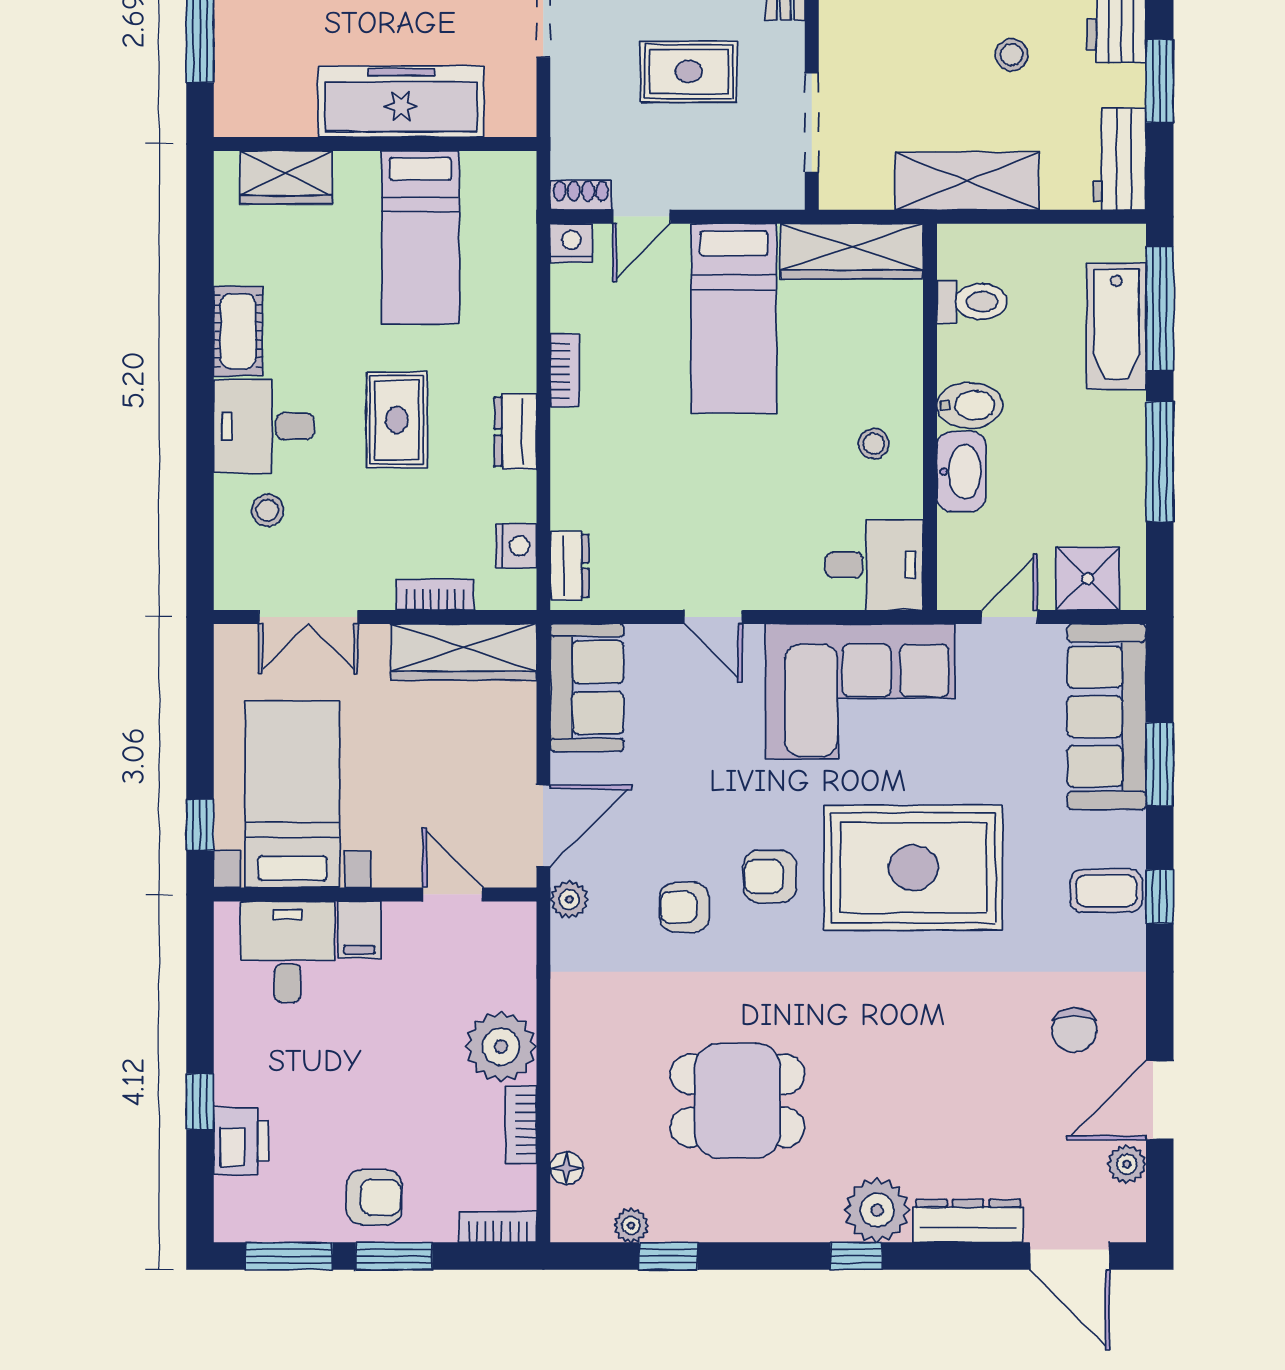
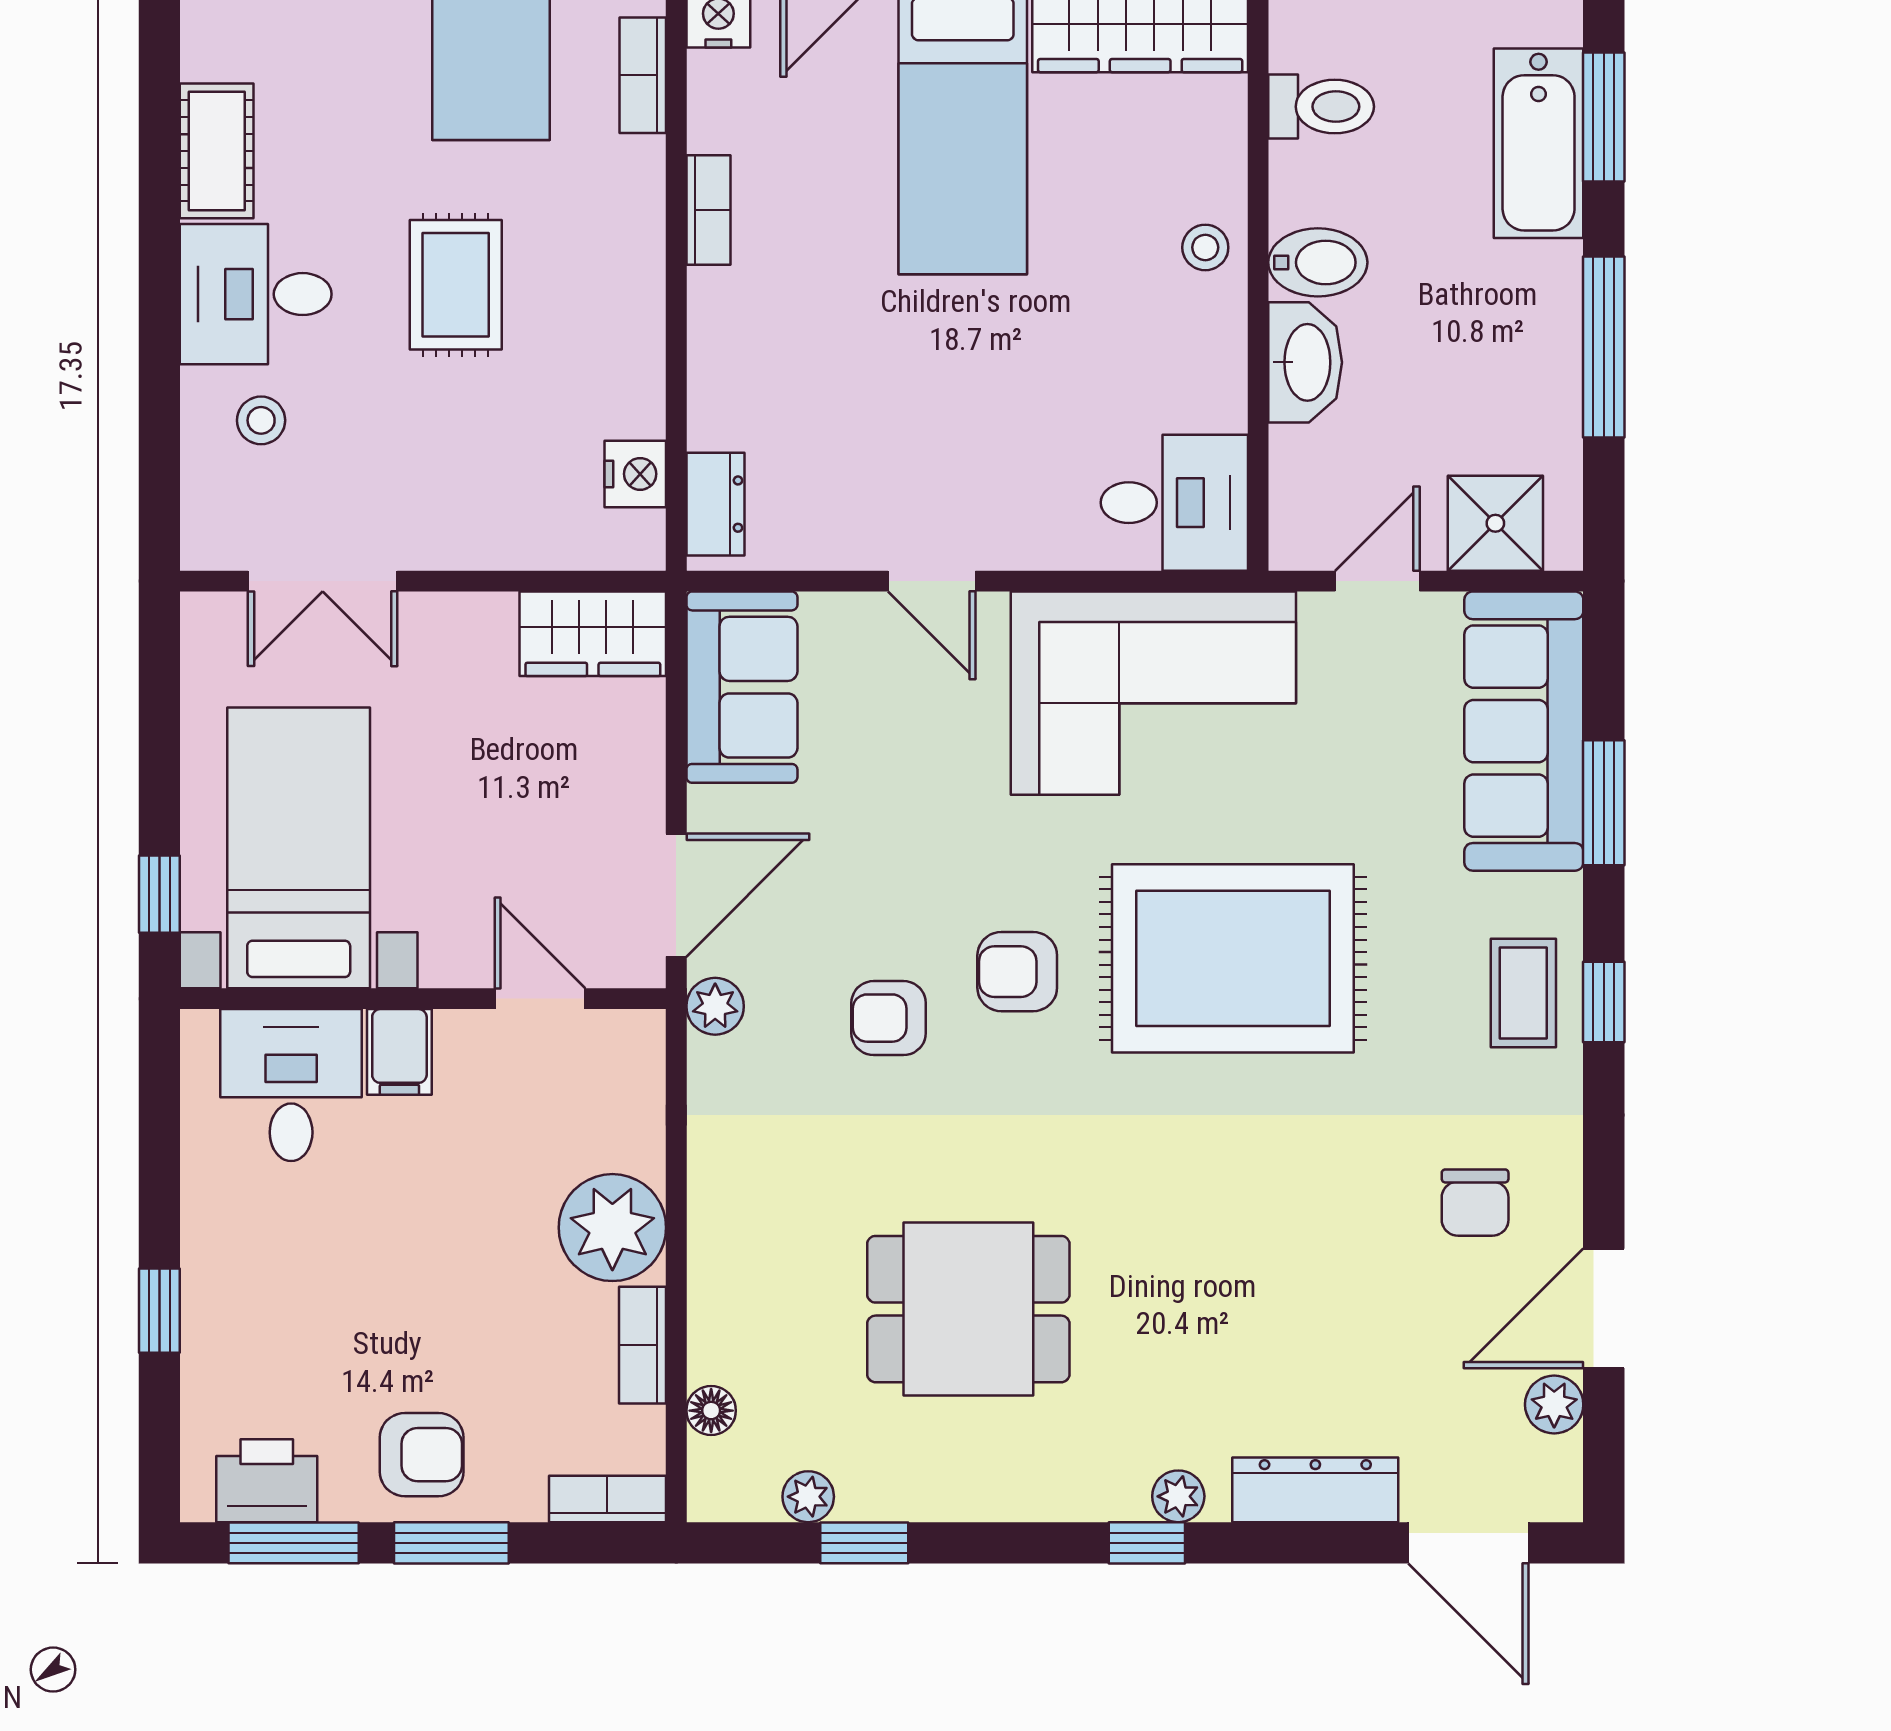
window: (1160, 309) -> (1604, 117), width x0.69
dresser: (515, 432) -> (634, 302), removed
stool: (874, 444) -> (1205, 247), moved
bookcase: (435, 595) -> (643, 75), moved, turned -90
wardrobe: (464, 652) -> (593, 634), width x0.67
coffee table: (1106, 891) -> (1523, 993), turned 90
printer: (241, 1141) -> (267, 1481), moved, turned -90
plant: (877, 1210) -> (1178, 1496), width x0.53, depth x0.53

